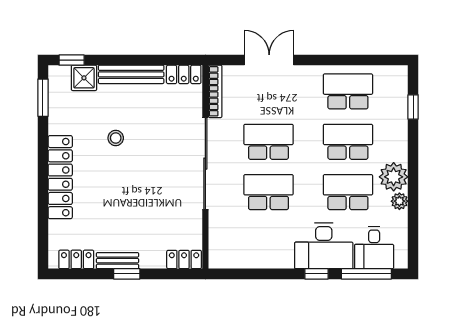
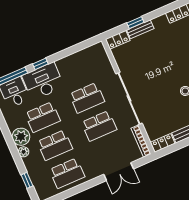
plant: (399, 201) -> (24, 152), moved
bench: (118, 261) -> (140, 29), moved
window: (127, 274) -> (135, 23), moved

